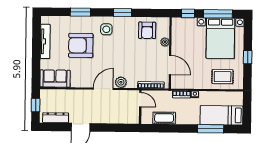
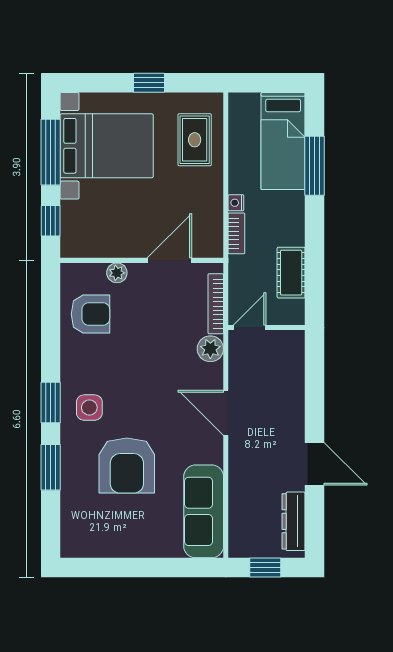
window: (123, 13) -> (51, 403), moved
tv unit: (45, 41) -> (119, 547), removed
sofa: (55, 79) -> (204, 511), width x1.36
plant: (121, 82) -> (210, 349), moved

